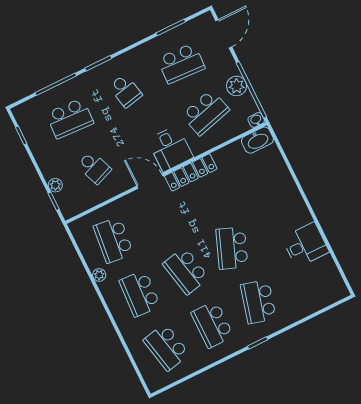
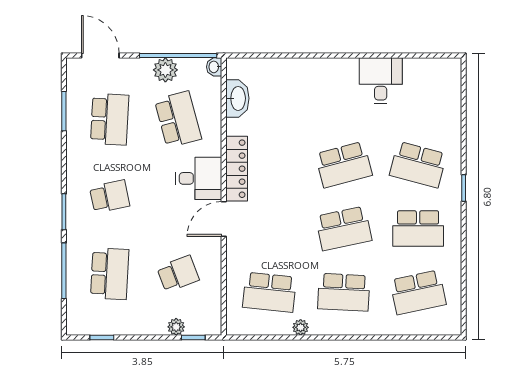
washbasin: (257, 140) -> (237, 98), moved
school desk: (232, 248) -> (344, 165), turned -36

